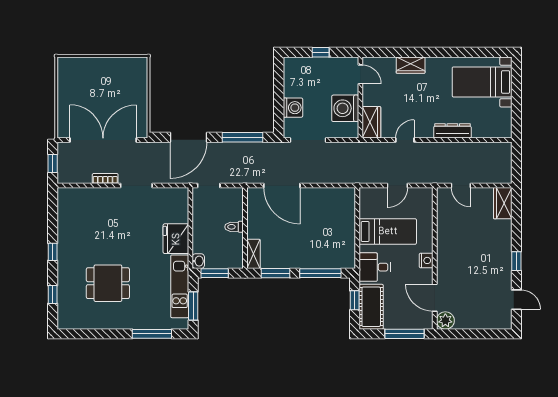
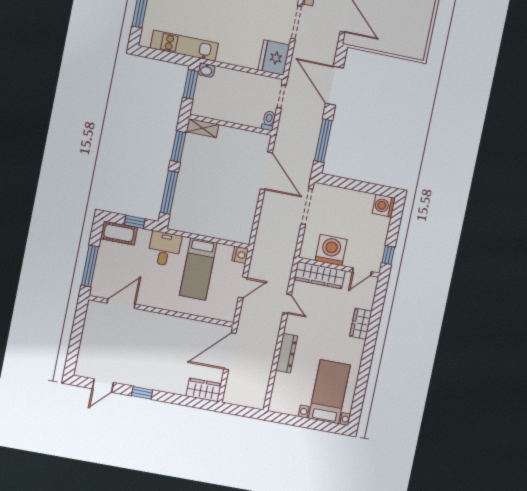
window: (321, 52) -> (388, 255), moved
washing machine: (293, 108) -> (384, 206), moved, turned 90
wardrobe: (371, 122) -> (320, 275), width x1.50
door: (282, 185) -> (266, 171), swing flipped
door: (397, 185) -> (243, 288), swing flipped
door: (461, 185) -> (230, 351), width x1.87
toilet: (234, 227) -> (269, 121), moved
fridge: (176, 239) -> (274, 58), moved, turned -90
nightstand: (426, 260) -> (240, 255), moved, turned -90
window: (193, 306) -> (161, 55), removed
cot: (371, 307) -> (119, 233), width x0.73, depth x0.75
plant: (445, 321) -> (96, 310), removed

